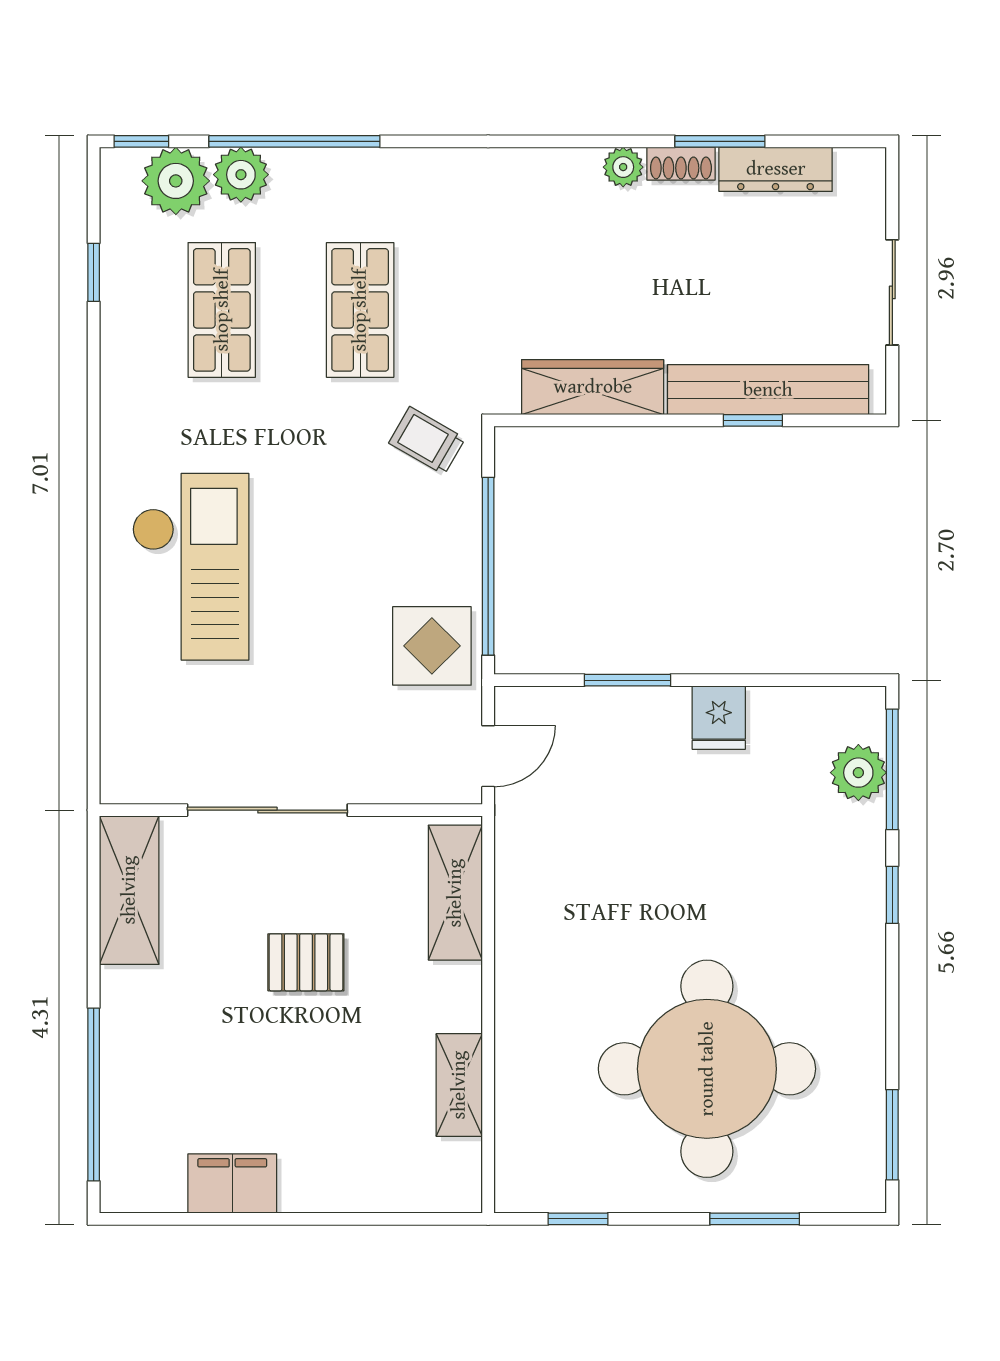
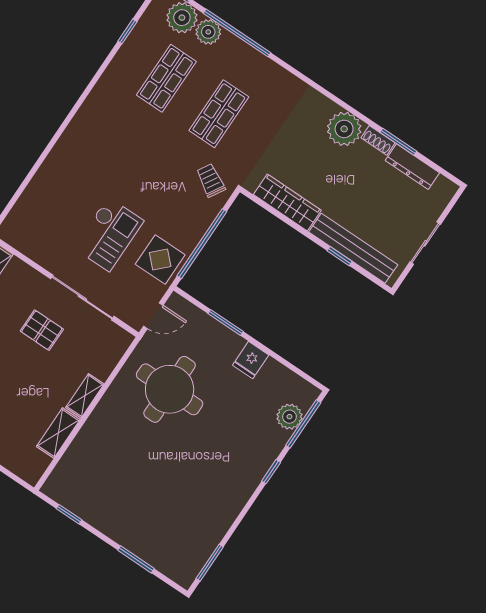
plant: (623, 167) -> (344, 129), width x1.87, depth x1.87
checkout: (191, 567) -> (109, 234), moved, width x0.73, depth x0.83
sliding door: (267, 810) -> (82, 298), moved
shelving: (455, 893) -> (85, 396), moved, width x0.67, depth x0.75
pallet: (306, 962) -> (42, 330), moved
round table: (707, 1069) -> (170, 389), moved, width x0.73, depth x0.73

